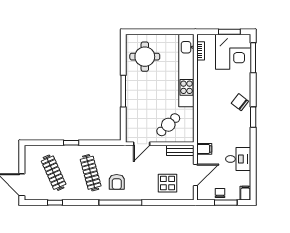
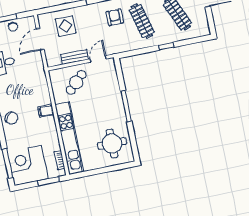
window: (229, 32) -> (48, 181), moved
filing cabinet: (204, 149) -> (46, 111), moved
bench: (180, 150) -> (74, 57), moved

